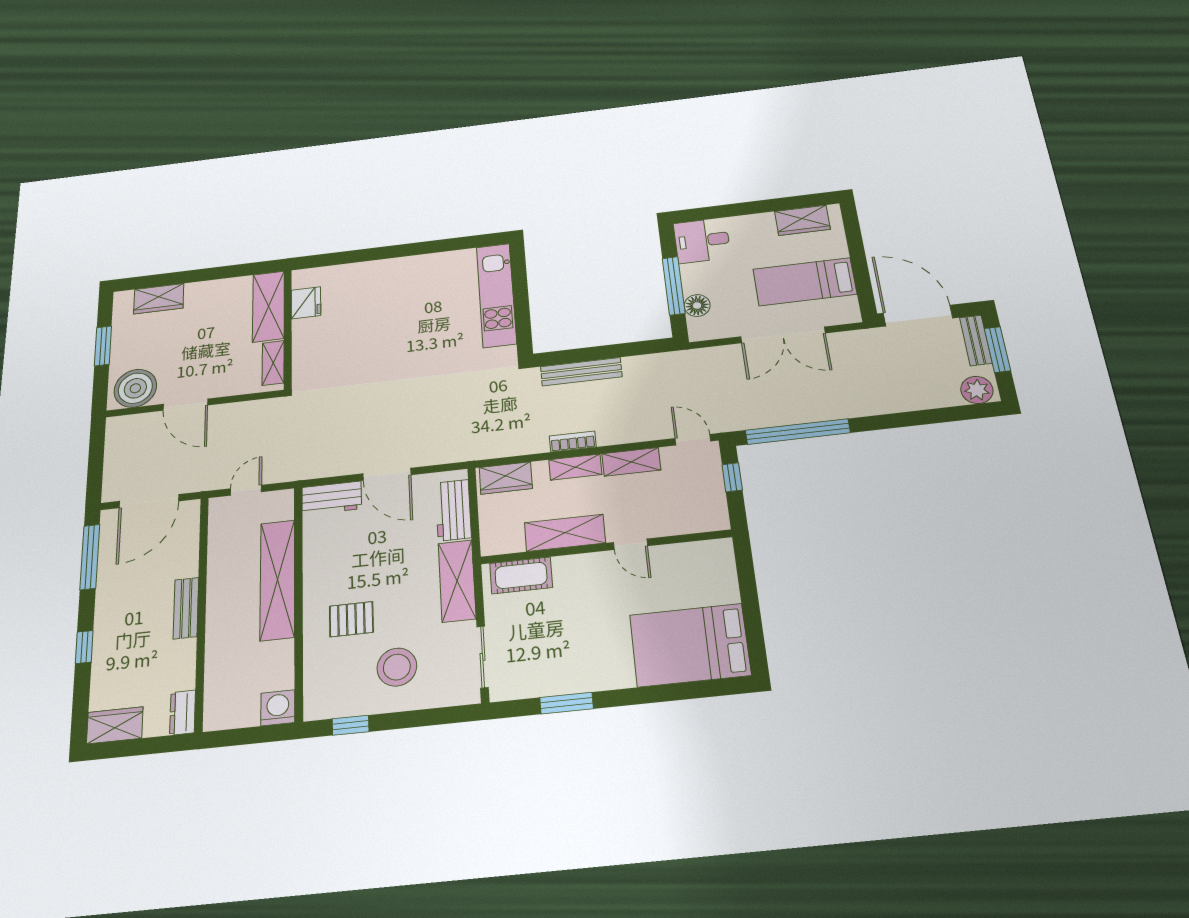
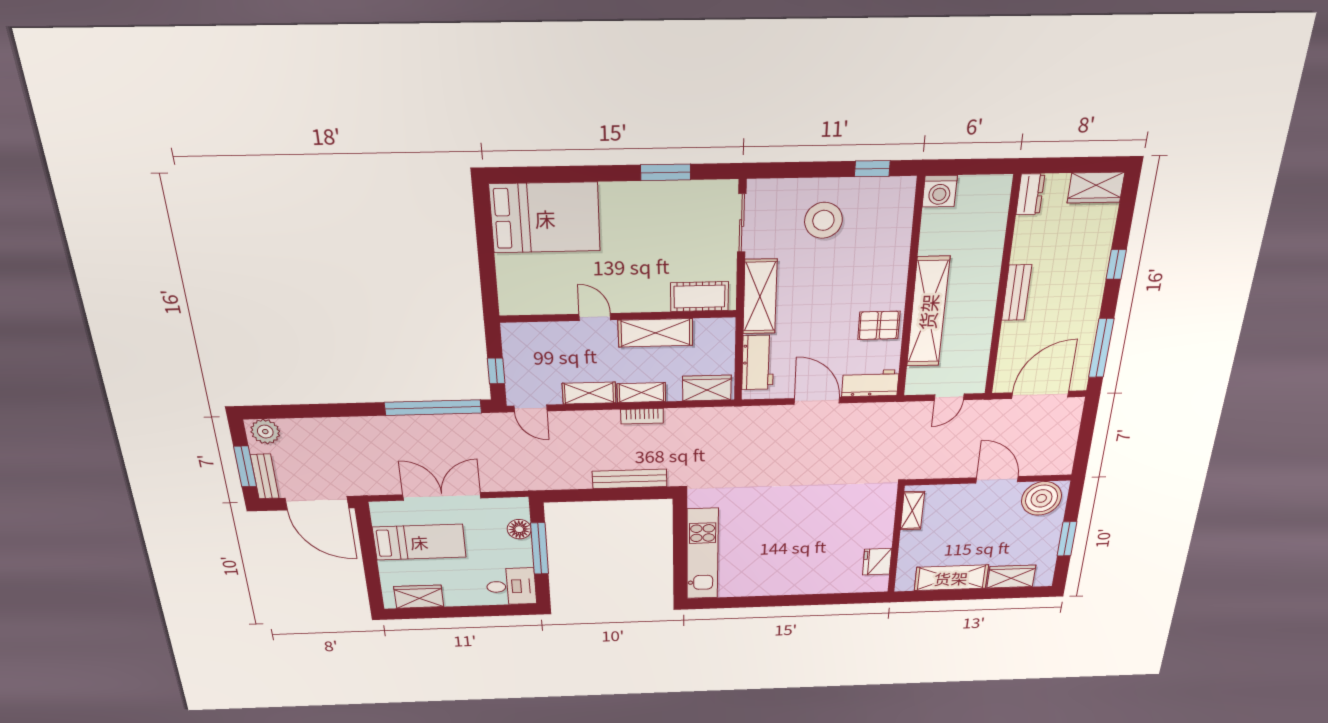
shelving: (268, 306) -> (951, 578), moved, turned 90
pallet: (351, 619) -> (879, 325), moved

